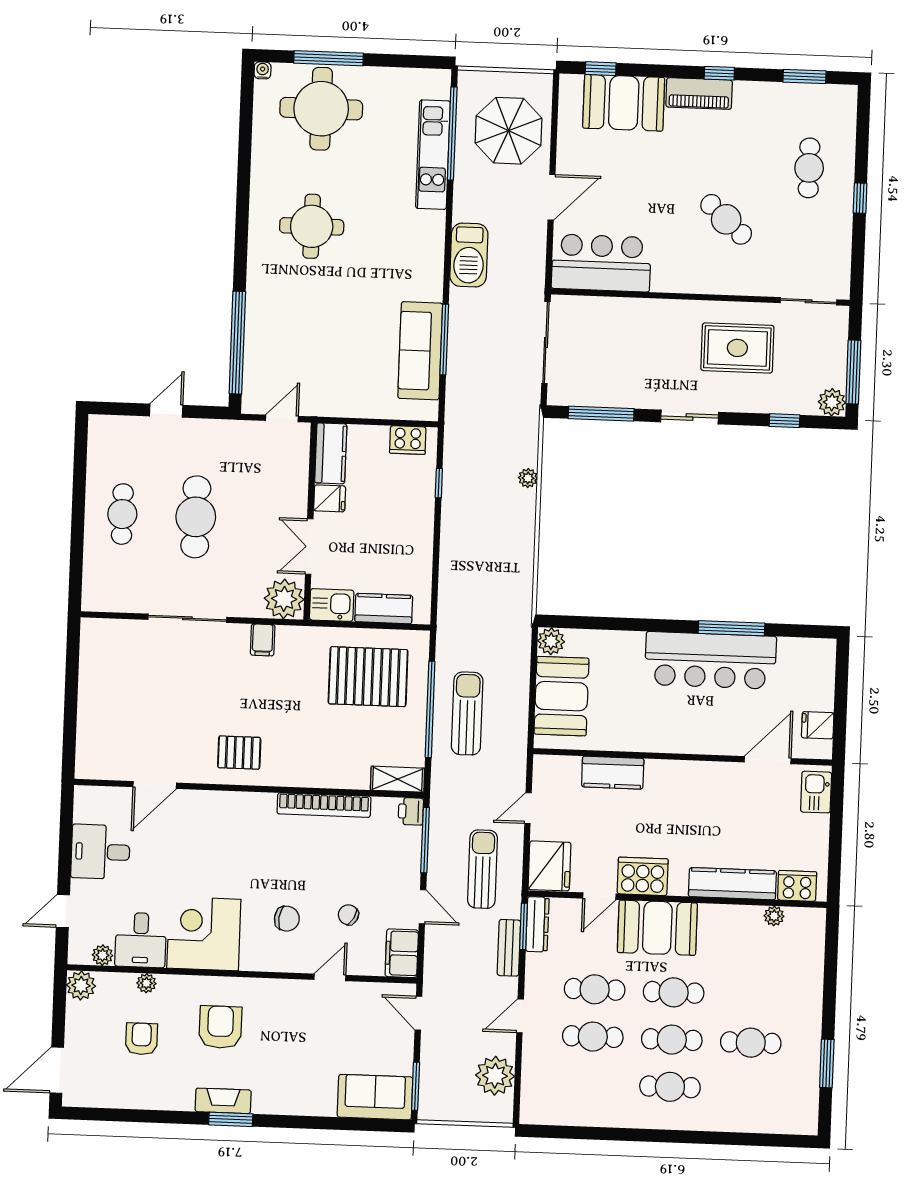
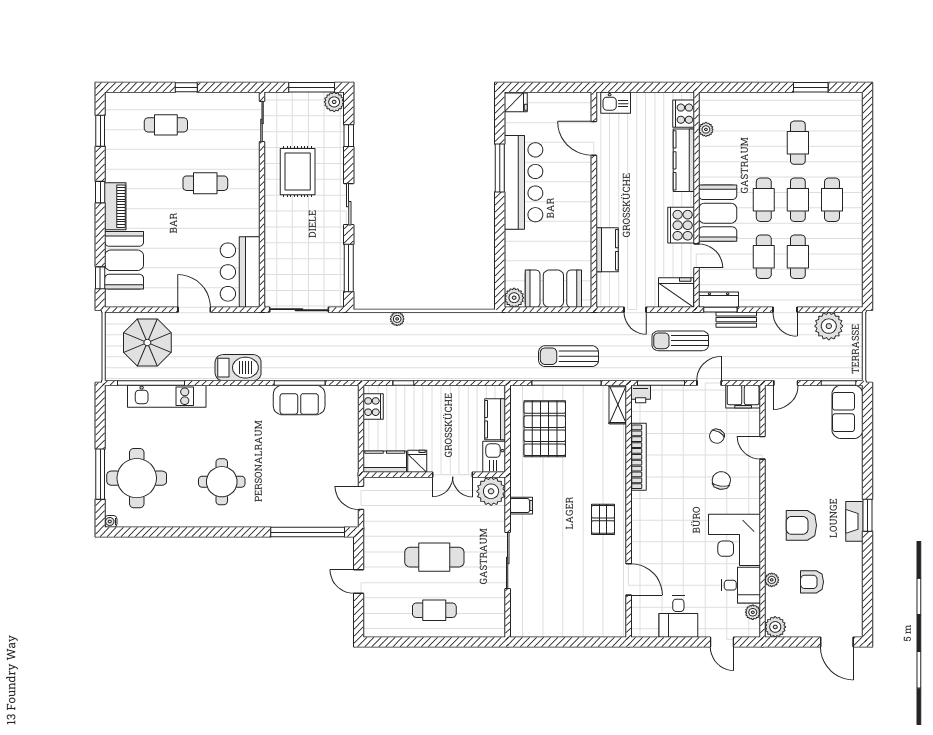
cafe table: (726, 219) -> (205, 183), turned 48
sofa: (420, 351) -> (299, 400), width x0.73
fridge: (818, 725) -> (516, 102), moved, turned -90

